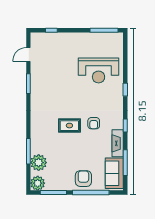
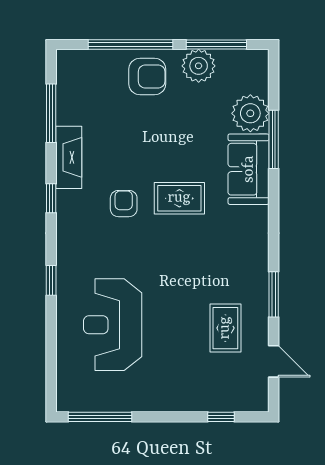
door: (28, 54) -> (274, 361), hinge flipped
rug: (49, 69) -> (225, 328), added
reception desk: (99, 70) -> (113, 325), turned -90
sofa: (114, 173) -> (249, 169), moved, turned 180
armchair: (83, 179) -> (147, 77), turned -90
plant: (38, 183) -> (199, 66), moved

